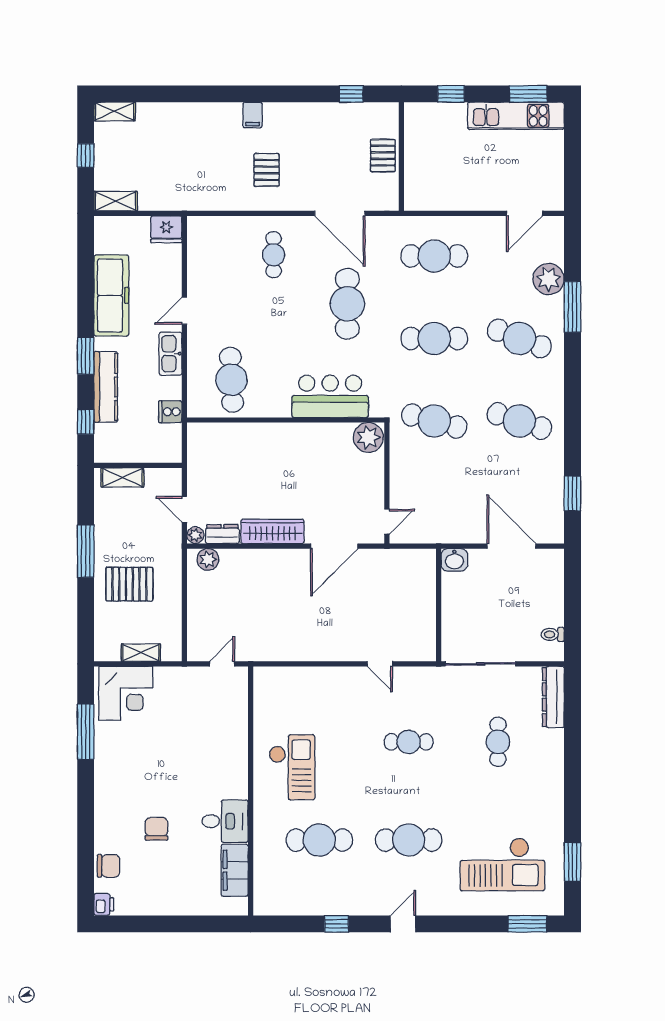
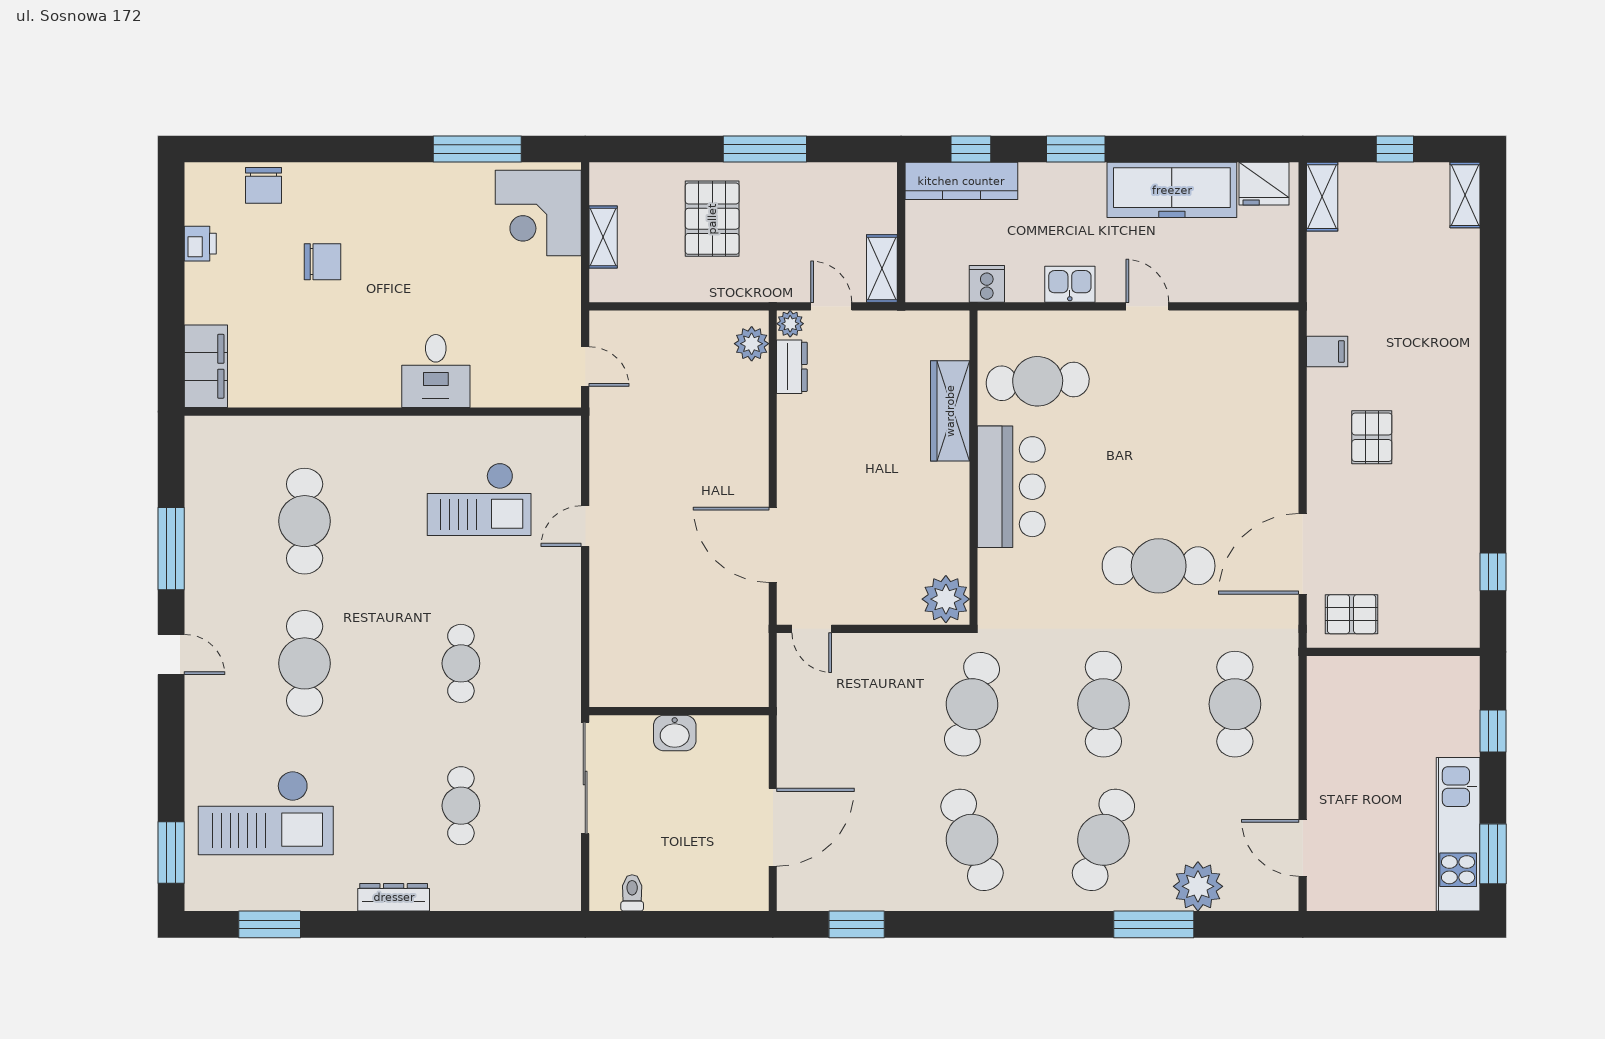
filing cabinet: (253, 115) -> (1327, 351), moved, turned 180
pallet: (383, 156) -> (1352, 614), moved
pallet: (267, 170) -> (1372, 437), turned 90
fridge: (166, 229) -> (1264, 184), moved, turned -90
cafe table: (274, 255) -> (1237, 448), removed
kitchen sink: (171, 354) -> (1070, 284), width x0.73
kitchen counter: (106, 387) -> (961, 181), moved
bar counter: (330, 396) -> (1011, 487), moved
cafe table: (519, 421) -> (972, 840), turned -39
shelving: (123, 478) -> (882, 268), moved
door: (184, 509) -> (831, 306), hinge flipped
wardrobe: (272, 531) -> (950, 411), moved, turned 180
washbasin: (454, 560) -> (675, 733), moved, turned -90
door: (380, 664) -> (585, 526), moved
dresser: (553, 697) -> (394, 897), moved, width x0.73, depth x0.80
cafe table: (498, 742) -> (461, 806), turned 90
checkout: (292, 767) -> (479, 499), moved
desk: (225, 821) -> (436, 371), moved
checkout: (502, 864) -> (266, 813), turned -90
filing cabinet: (235, 870) -> (206, 366), moved, turned 90
printer: (104, 904) -> (200, 244), moved, turned -90
window: (337, 924) -> (171, 549), width x2.17

